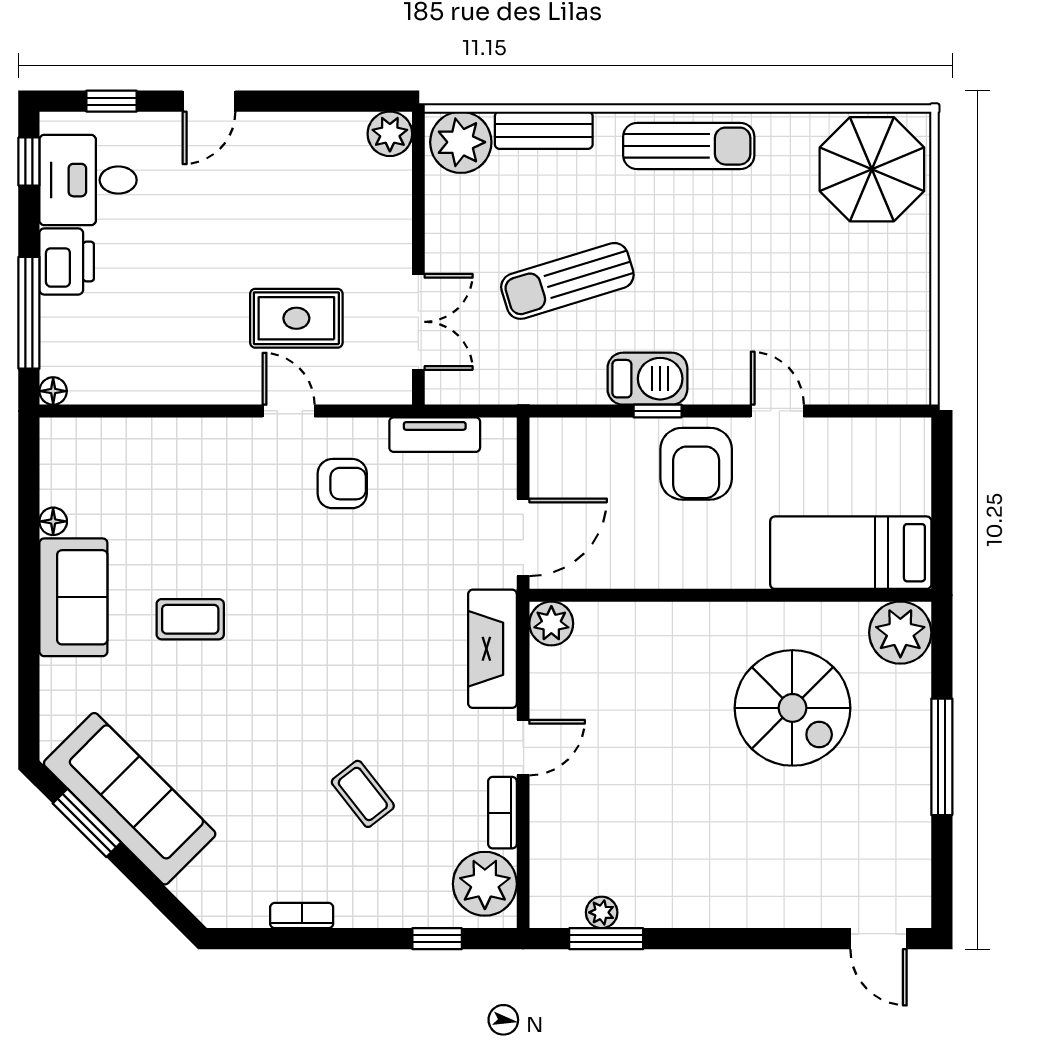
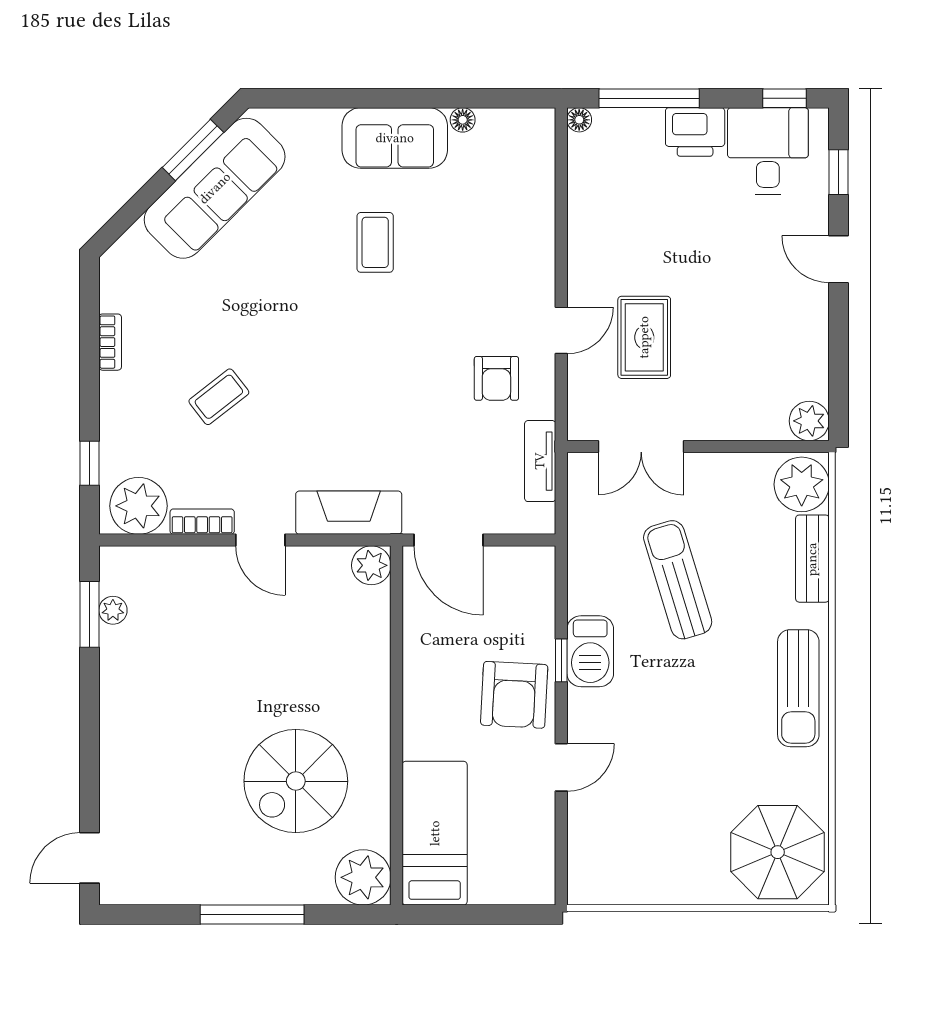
armchair: (696, 464) -> (514, 695), turned -87

